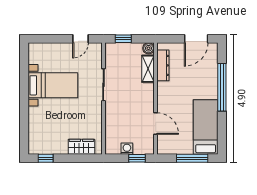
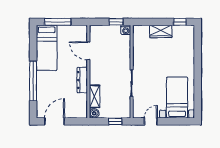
dresser: (163, 65) -> (82, 80), moved
bed with nightstands: (53, 85) -> (177, 98), moved, turned 90
wardrobe: (81, 147) -> (161, 31), moved
washing machine: (127, 149) -> (126, 30), moved
window: (137, 158) -> (116, 22), moved

